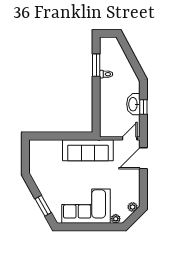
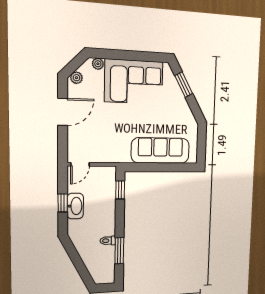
window: (96, 117) -> (120, 190), added
sofa: (88, 150) -> (160, 150), moved
door: (143, 158) -> (63, 112), moved

